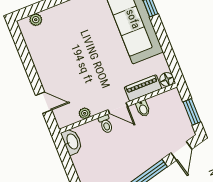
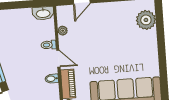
plant: (36, 20) -> (146, 20), width x1.87, depth x1.87
door: (118, 108) -> (58, 59), swing flipped

